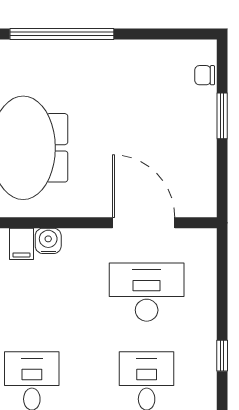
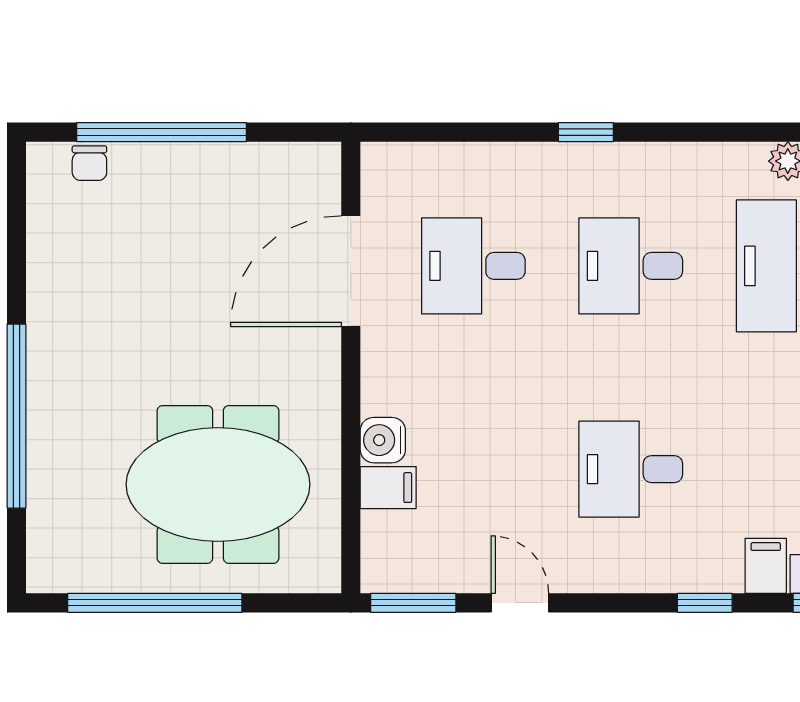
window: (222, 116) -> (162, 132), width x2.11
desk: (147, 292) -> (473, 266), width x0.73

